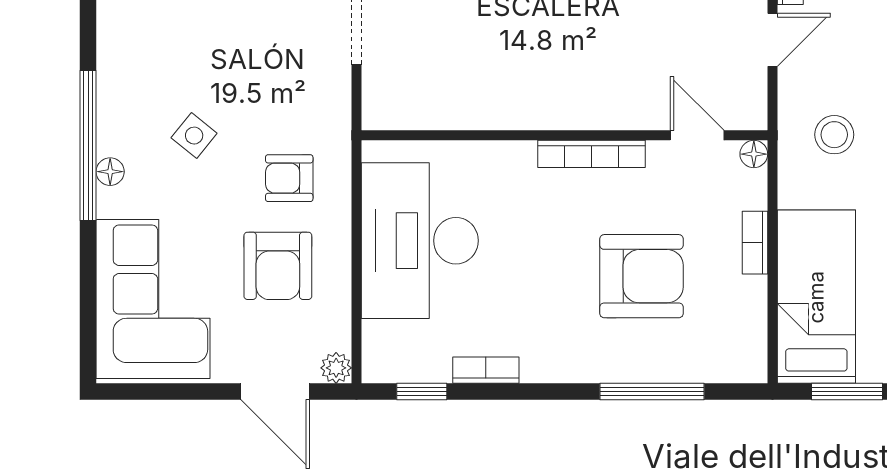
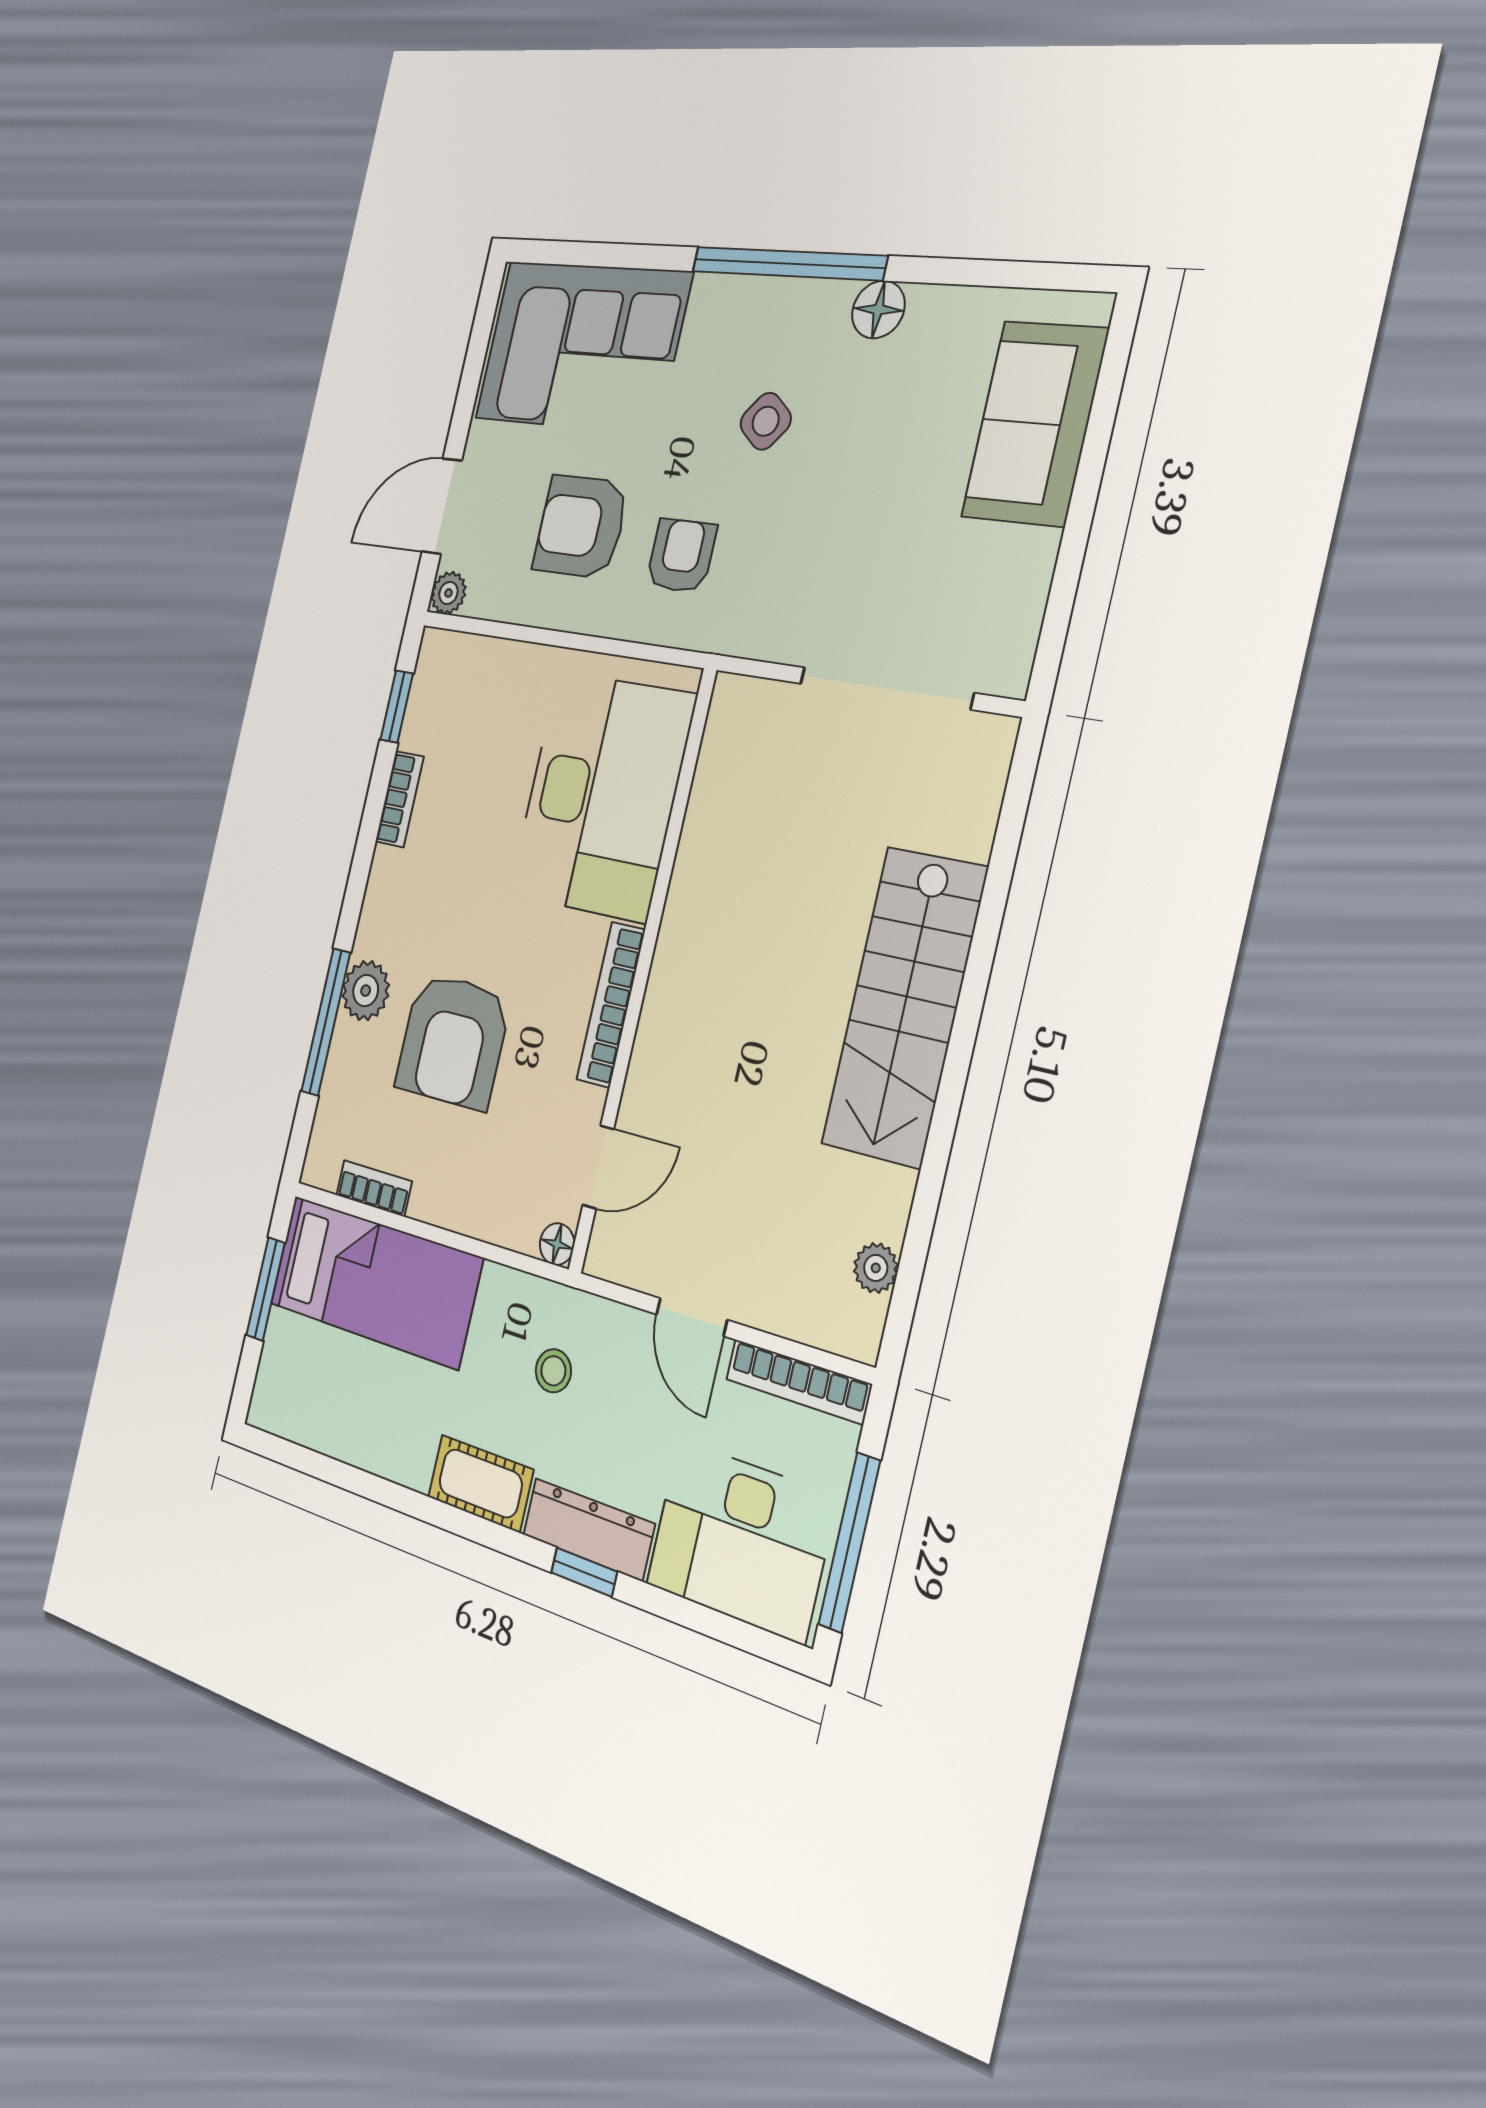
stool: (834, 135) -> (553, 1371), width x0.73, depth x0.73
floor lamp: (110, 172) -> (878, 310), moved, width x1.37, depth x1.37
desk: (420, 241) -> (602, 796), moved, turned 90
bookcase: (755, 243) -> (374, 1188), moved
plant: (623, 362) -> (366, 991), added

